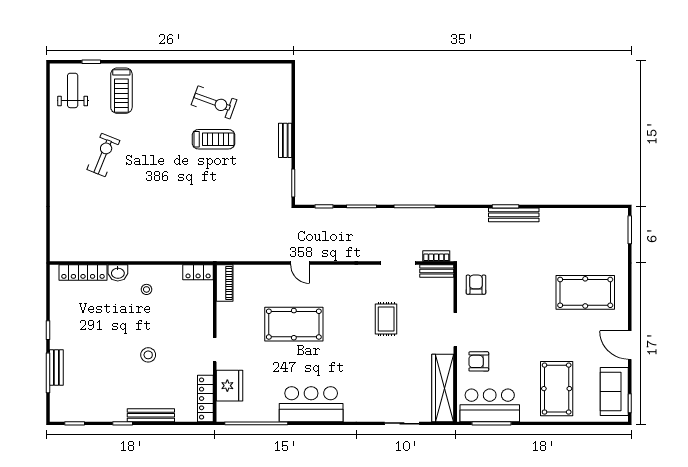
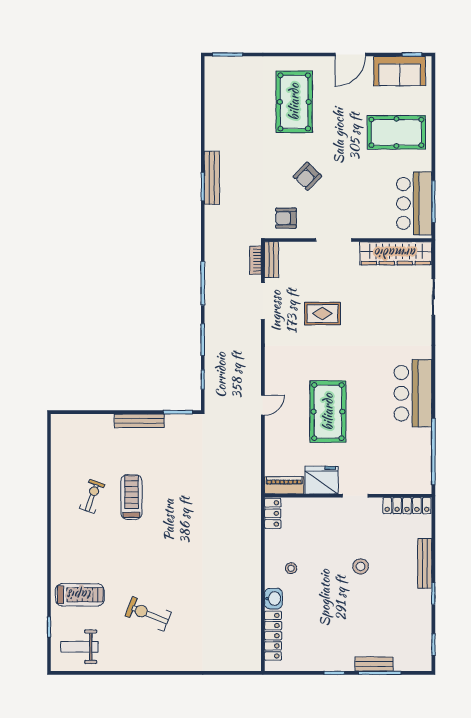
exercise bike: (214, 102) -> (92, 496), width x0.73, depth x0.72
bench: (285, 140) -> (139, 421), width x1.36
armchair: (479, 361) -> (307, 176), moved, turned 44
fridge: (229, 386) -> (322, 480), moved

